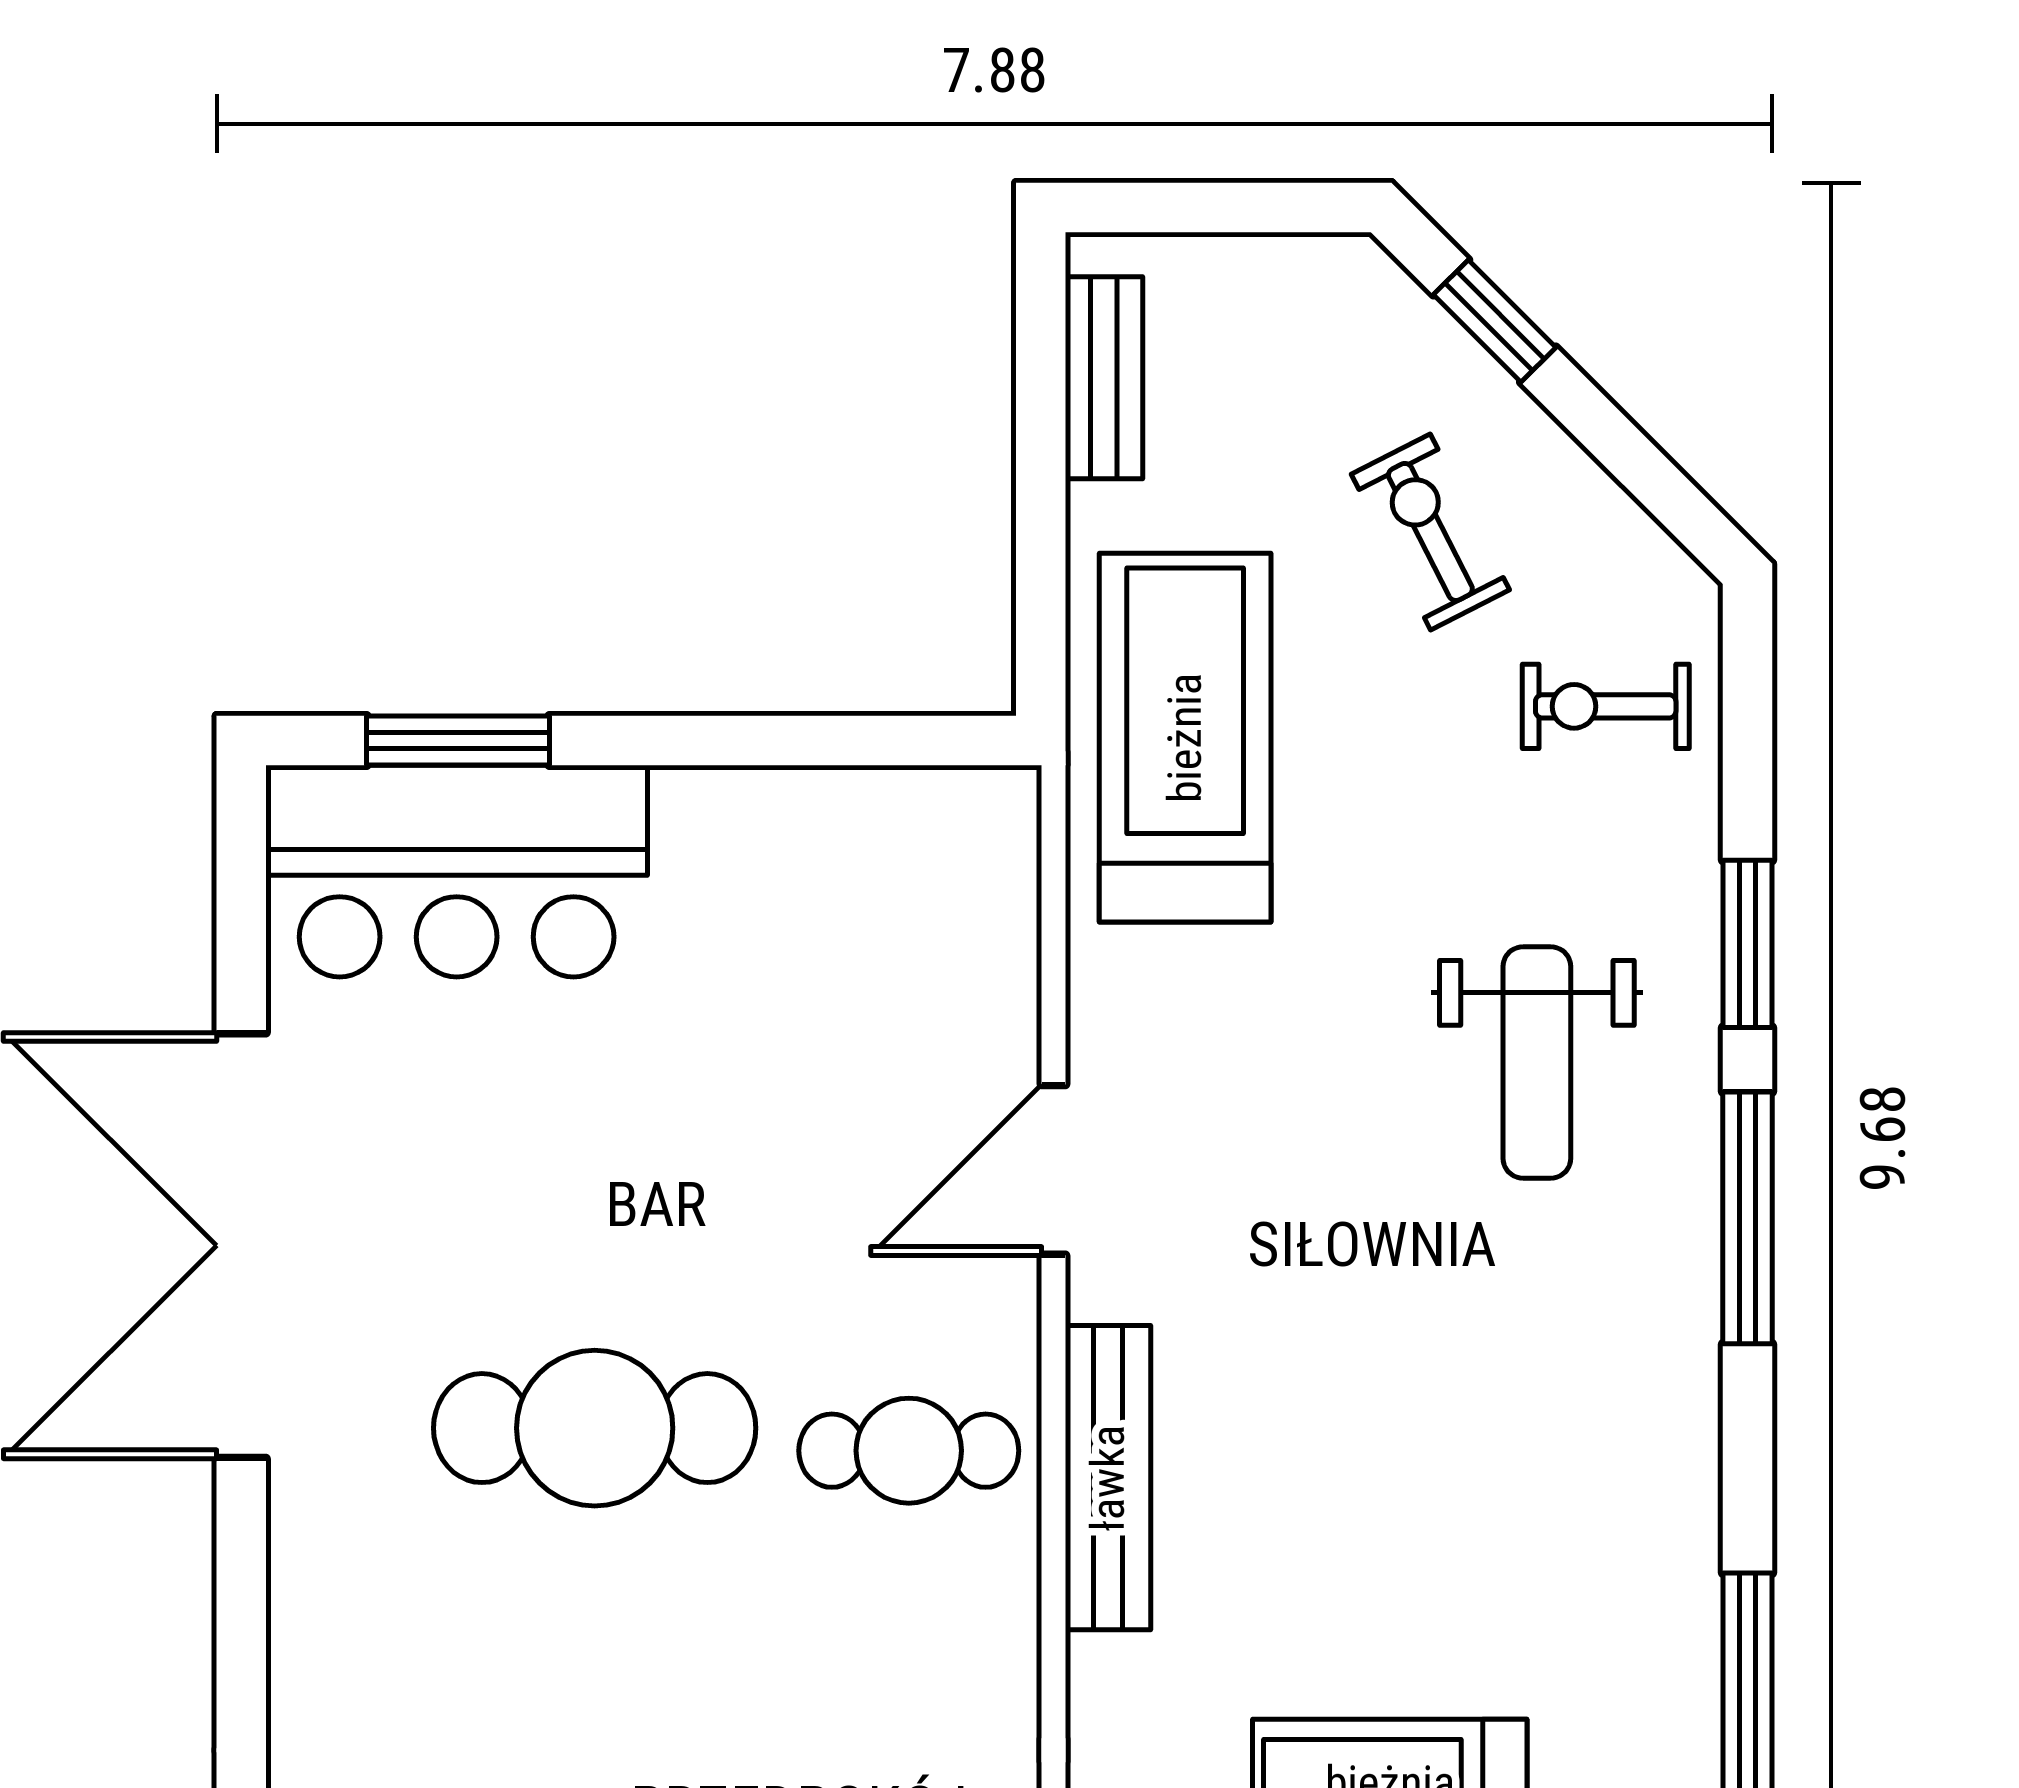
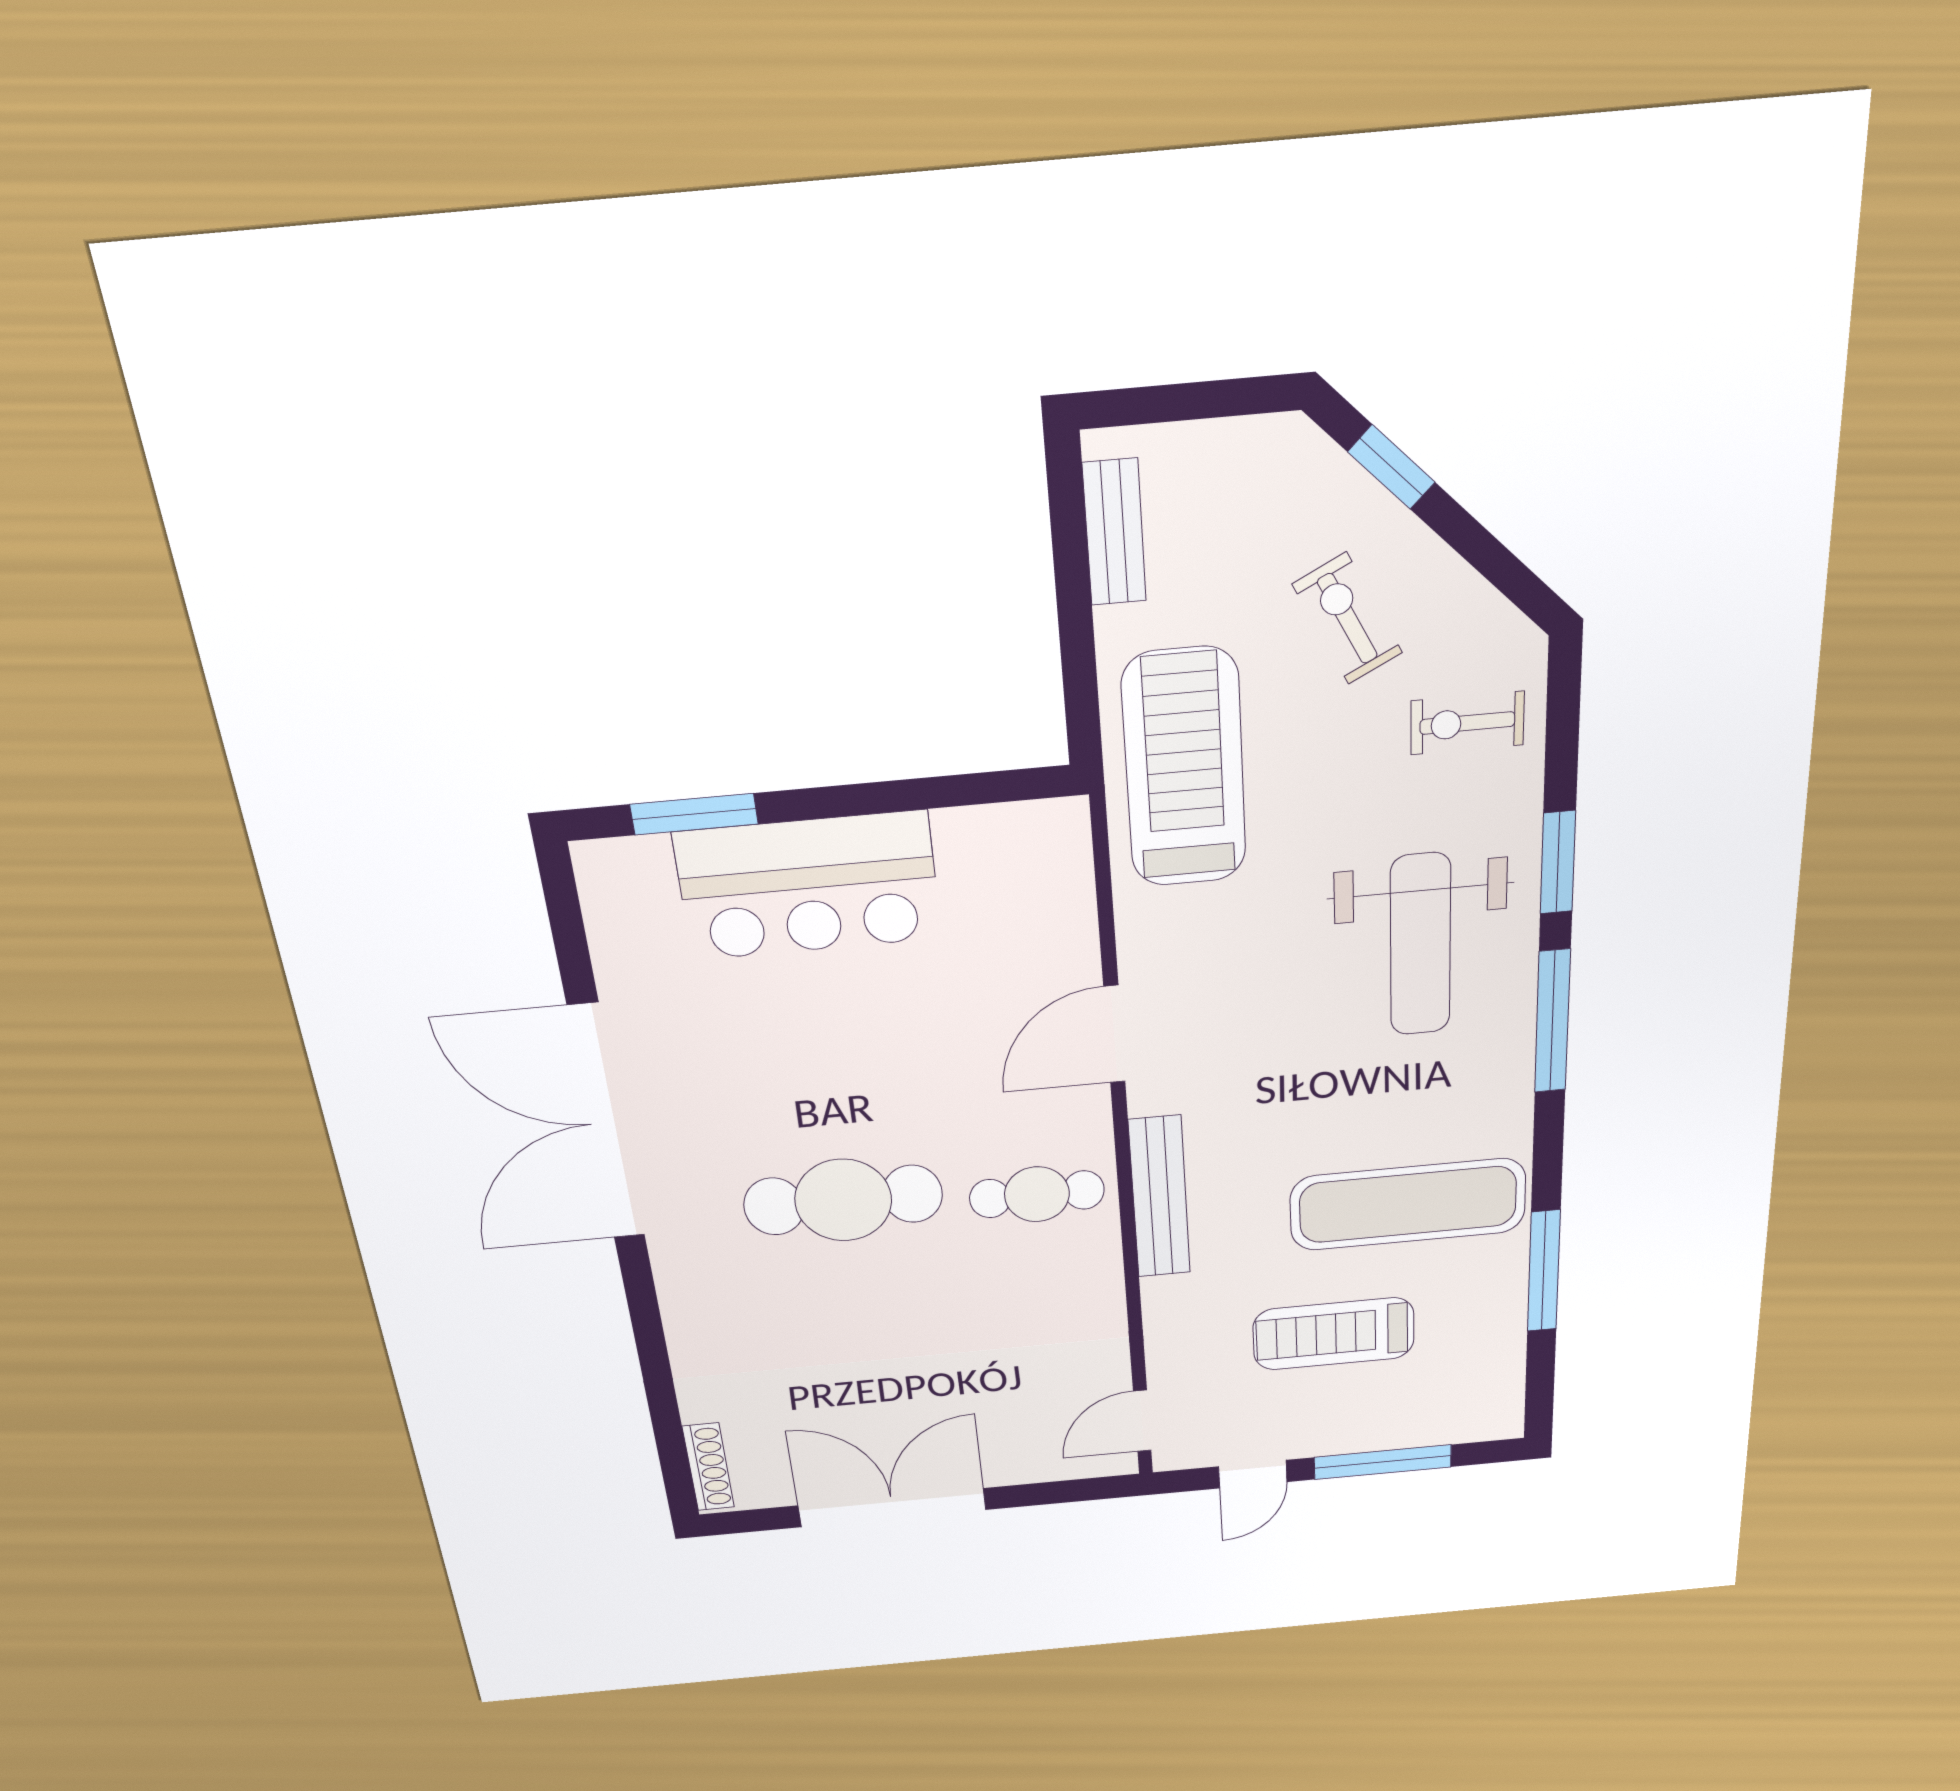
bar counter: (457, 871) -> (808, 886), moved
weight bench: (1537, 1062) -> (1420, 945), width x1.36, depth x1.33
exercise mat: (1517, 1536) -> (1408, 1204), added

